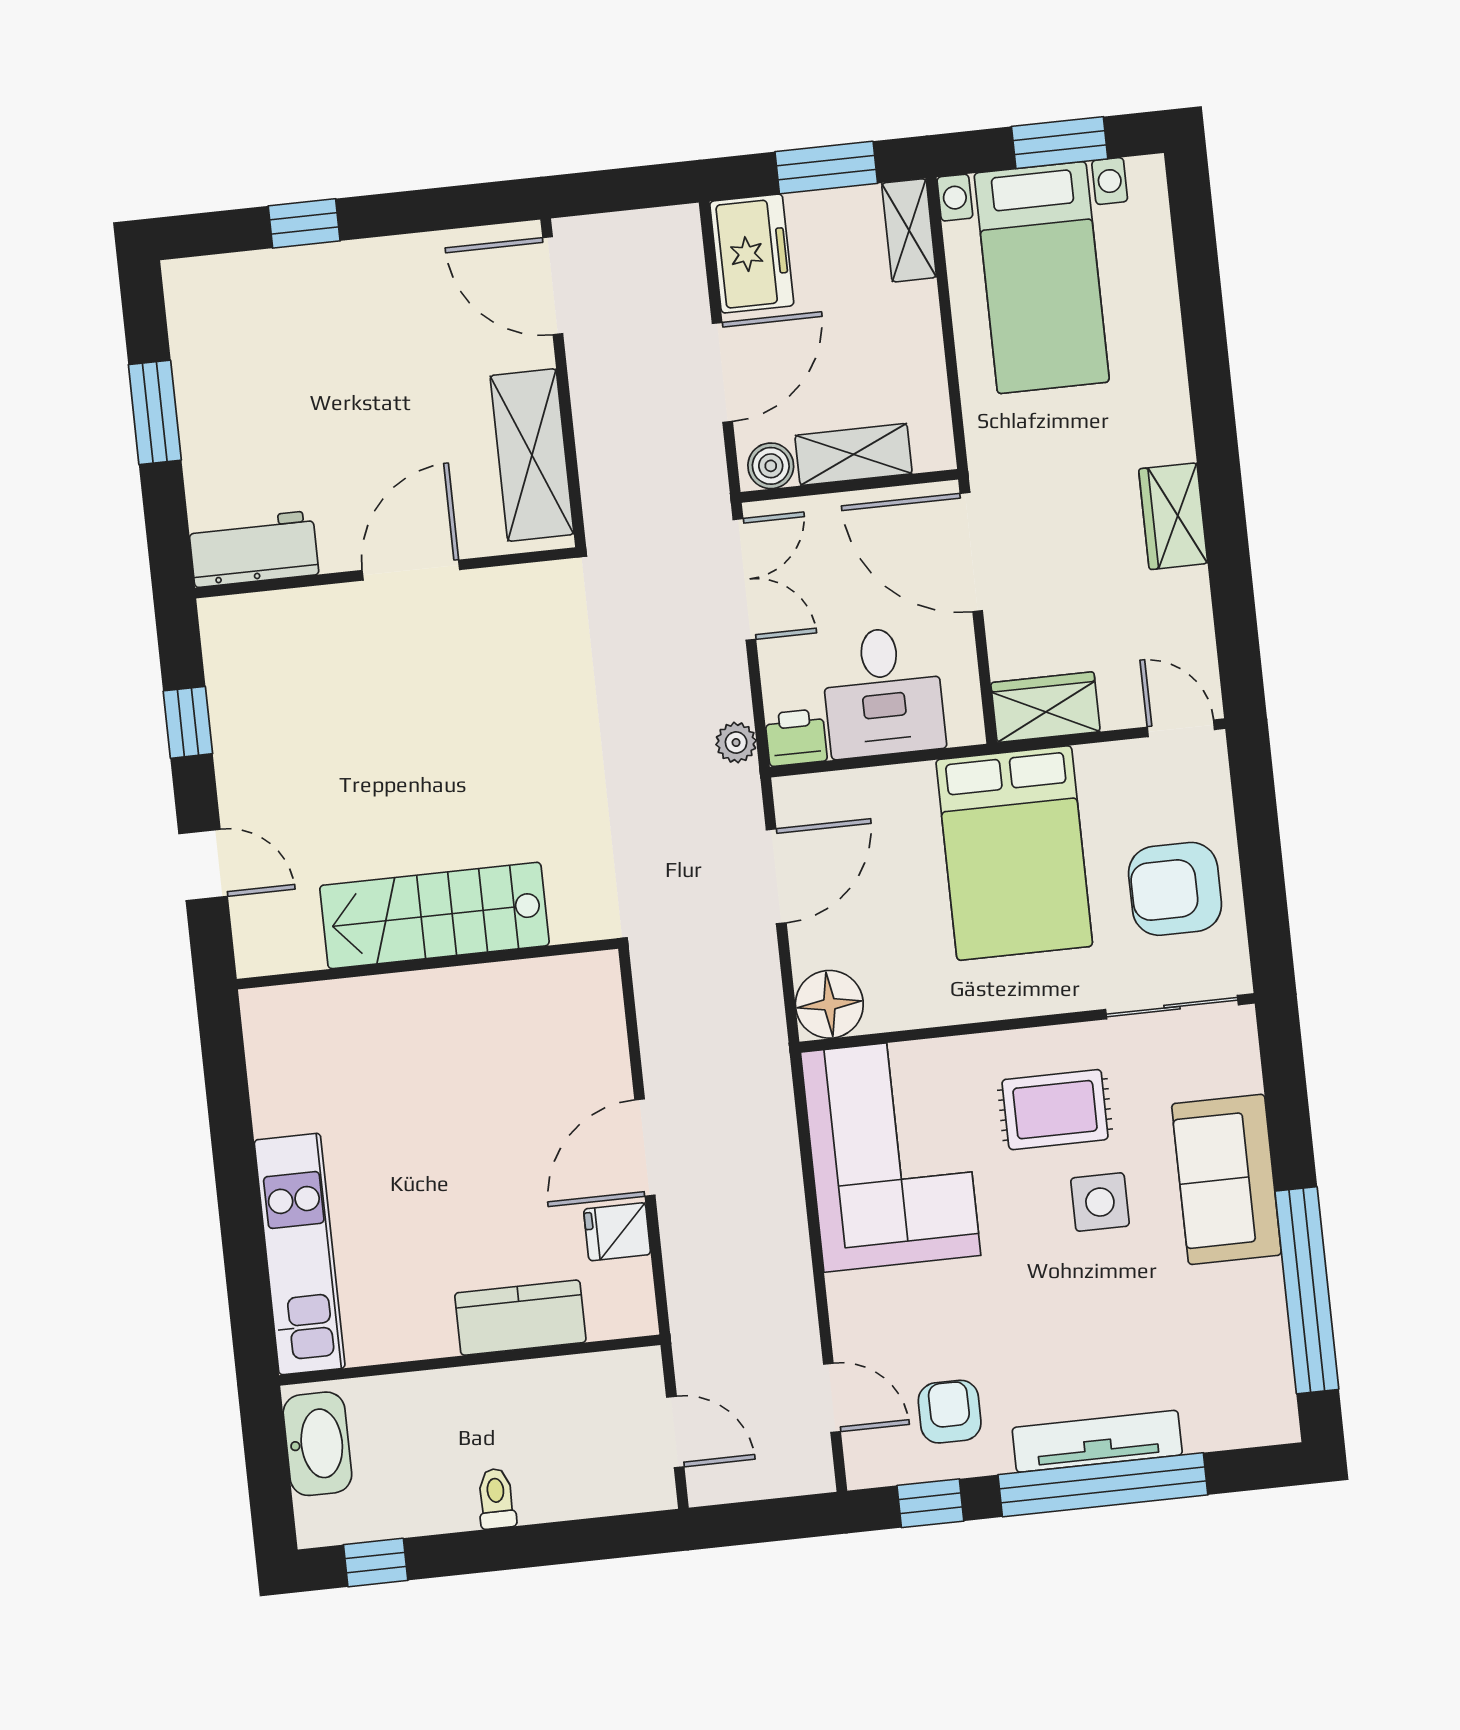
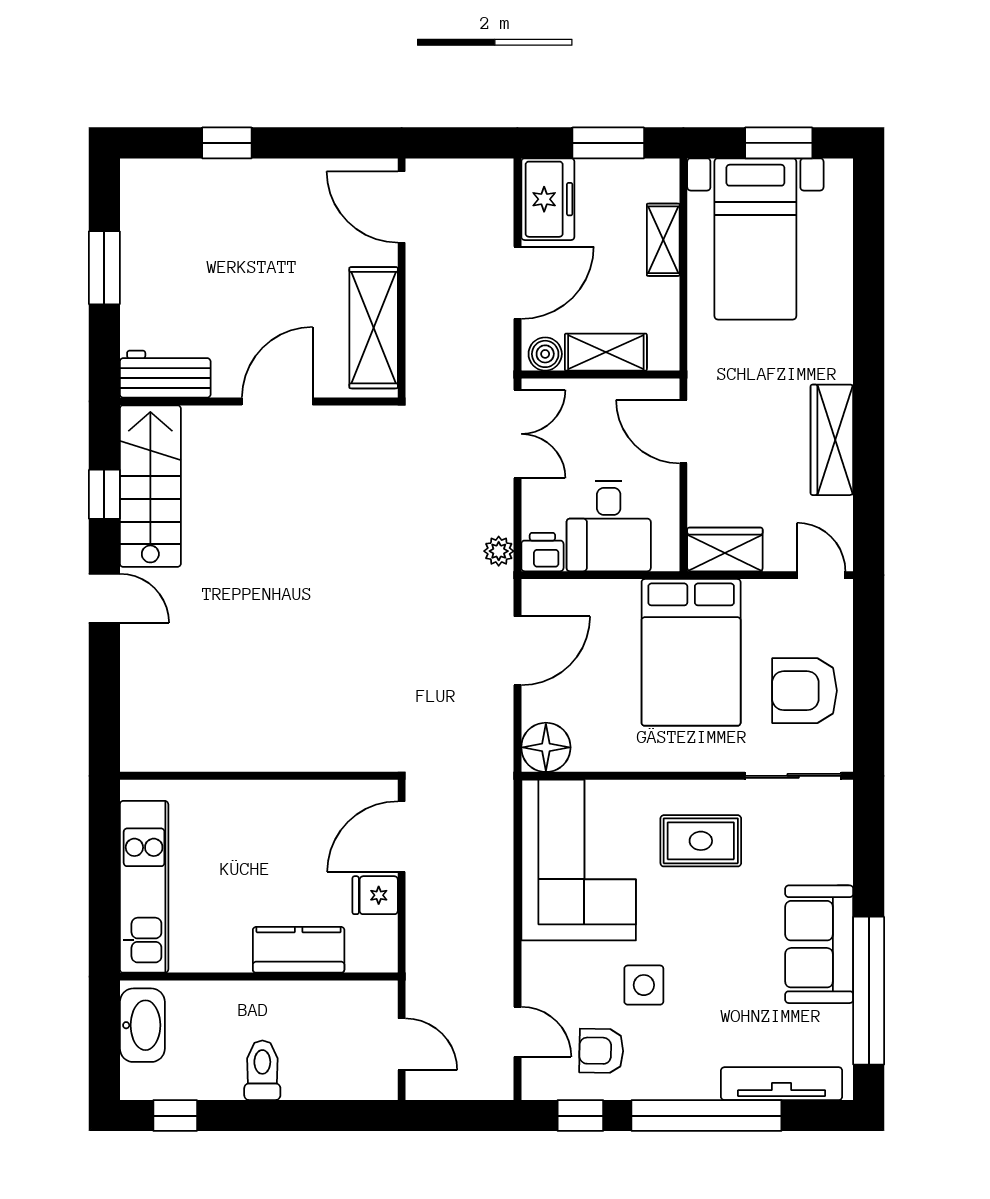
shelving: (909, 230) -> (663, 240), moved
wardrobe: (1173, 516) -> (832, 440), width x1.50
door: (971, 552) -> (683, 432), width x0.73
stairs: (434, 915) -> (150, 486), moved, turned 90
wall: (427, 964) -> (259, 776), moved
sofa: (1226, 1179) -> (819, 944), moved
side table: (1100, 1202) -> (644, 985), moved
armchair: (950, 1412) -> (601, 1051), turned -89
tv unit: (1097, 1441) -> (782, 1084), moved
toilet: (496, 1499) -> (262, 1070), width x1.37, depth x1.39

